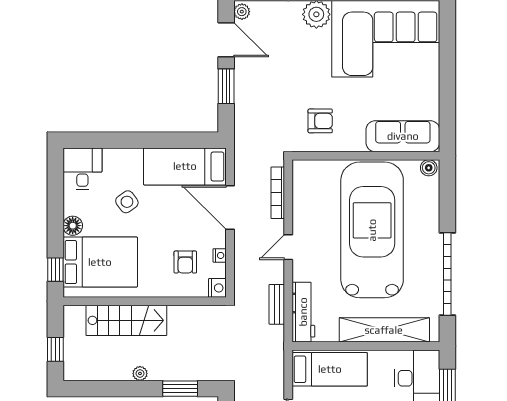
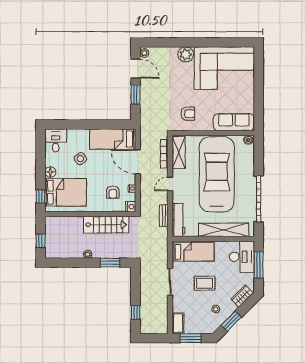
shelving: (304, 191) -> (179, 152), added
stairs: (126, 320) -> (106, 225), moved

